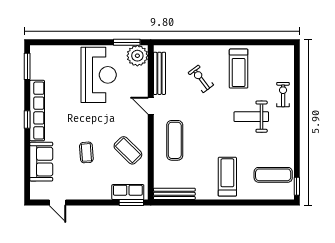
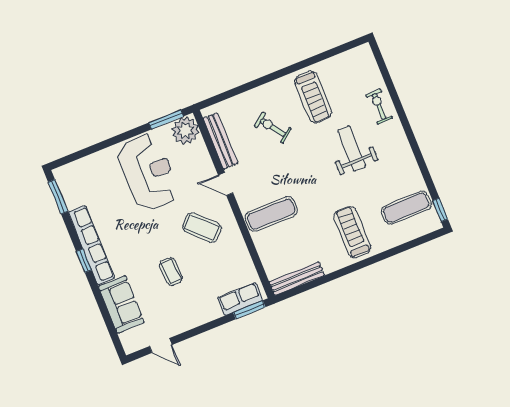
weight bench: (251, 117) -> (352, 148), turned 90
exercise mat: (175, 140) -> (271, 214), turned 90
coffee table: (128, 150) -> (202, 228), moved

